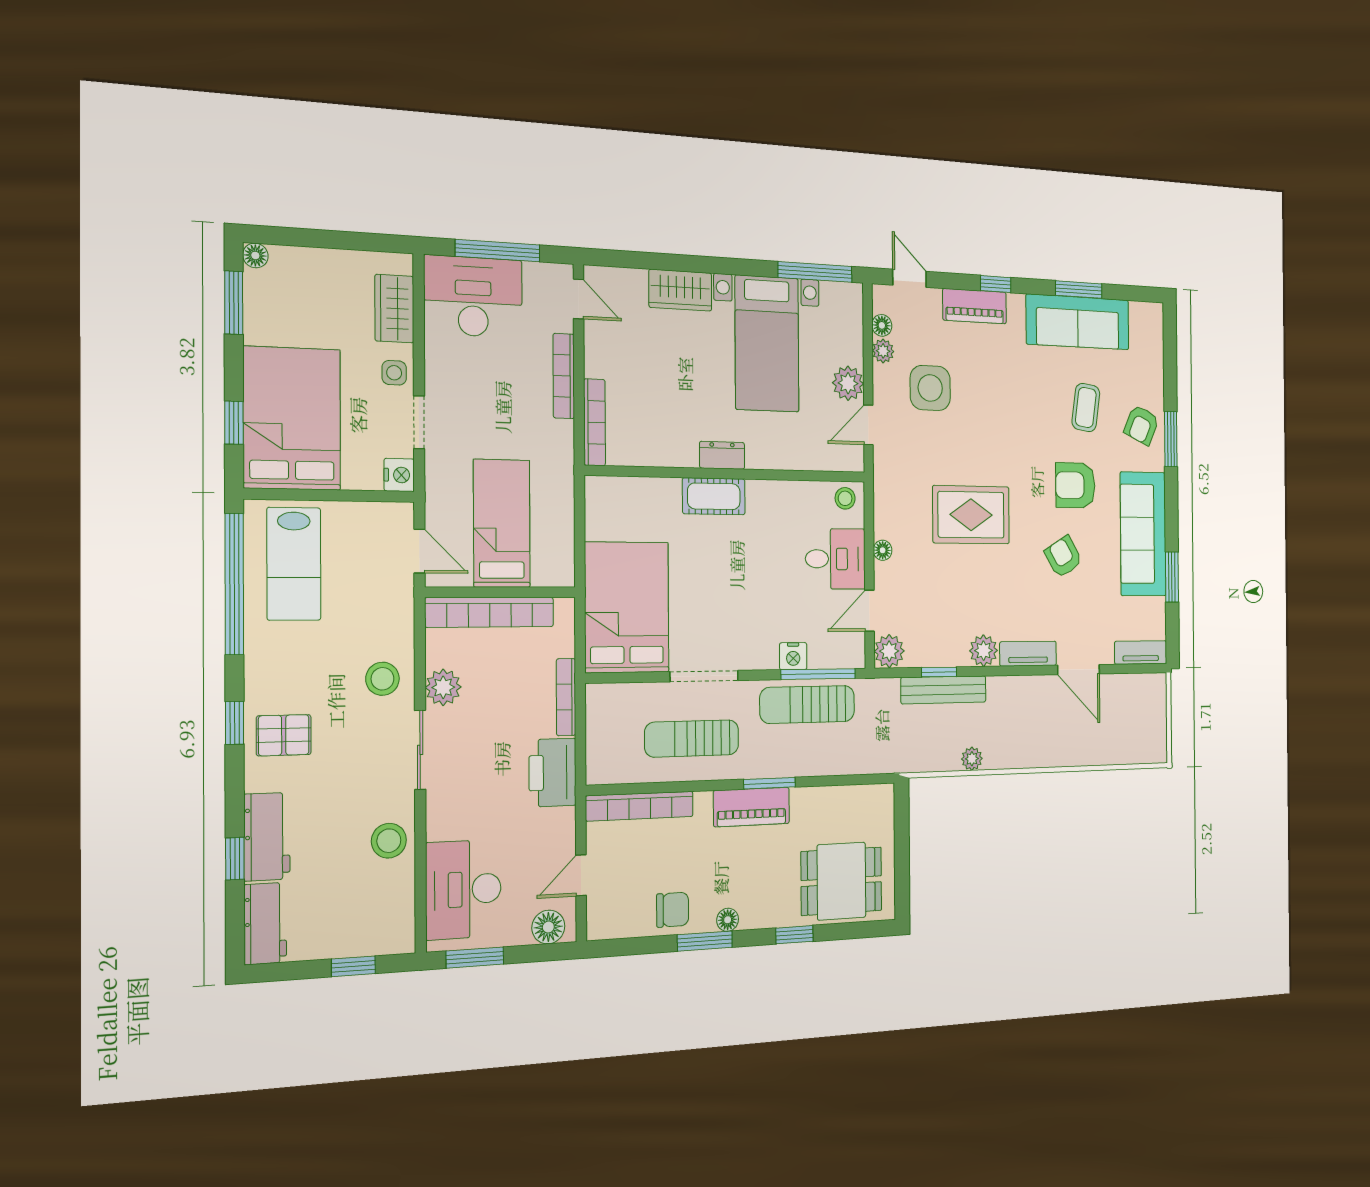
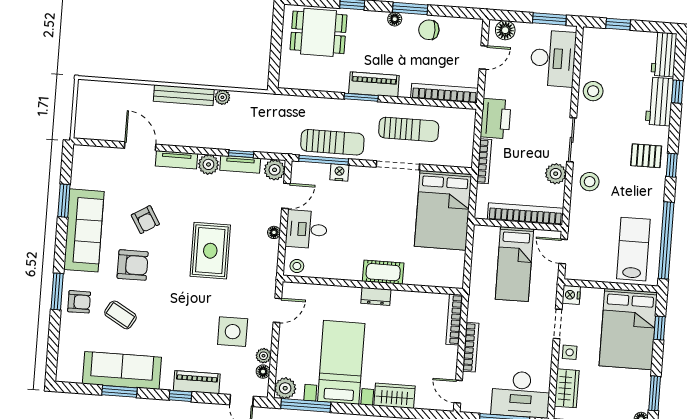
plant: (848, 383) -> (285, 388), moved
coffee table: (1086, 407) -> (120, 315), turned -68
armchair: (1141, 425) -> (79, 302), turned 66
rug: (971, 515) -> (210, 251), turned 90
tv unit: (1141, 652) -> (240, 164), moved
bench: (944, 690) -> (184, 95), moved

